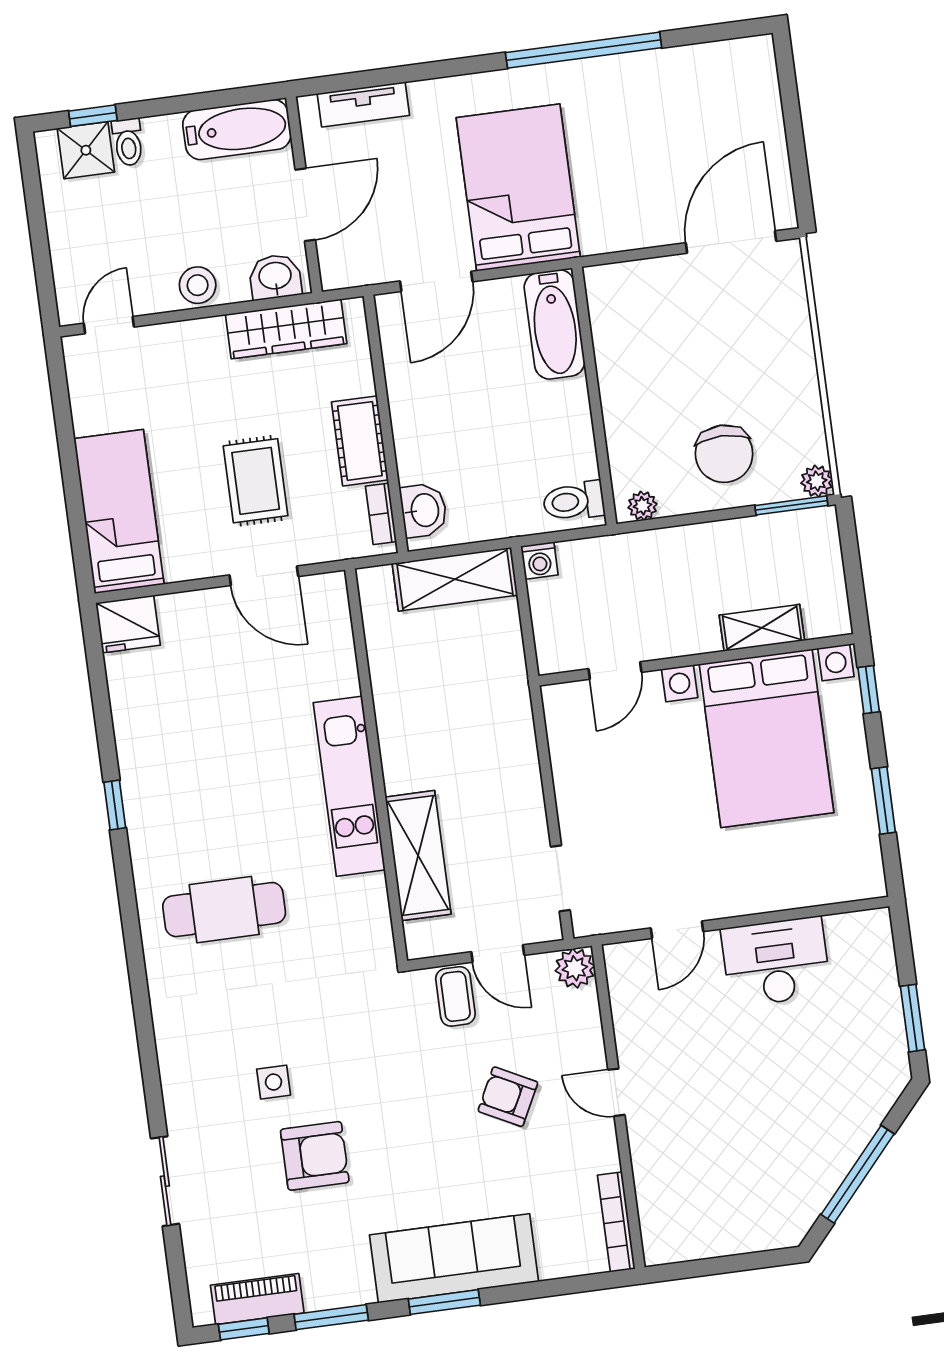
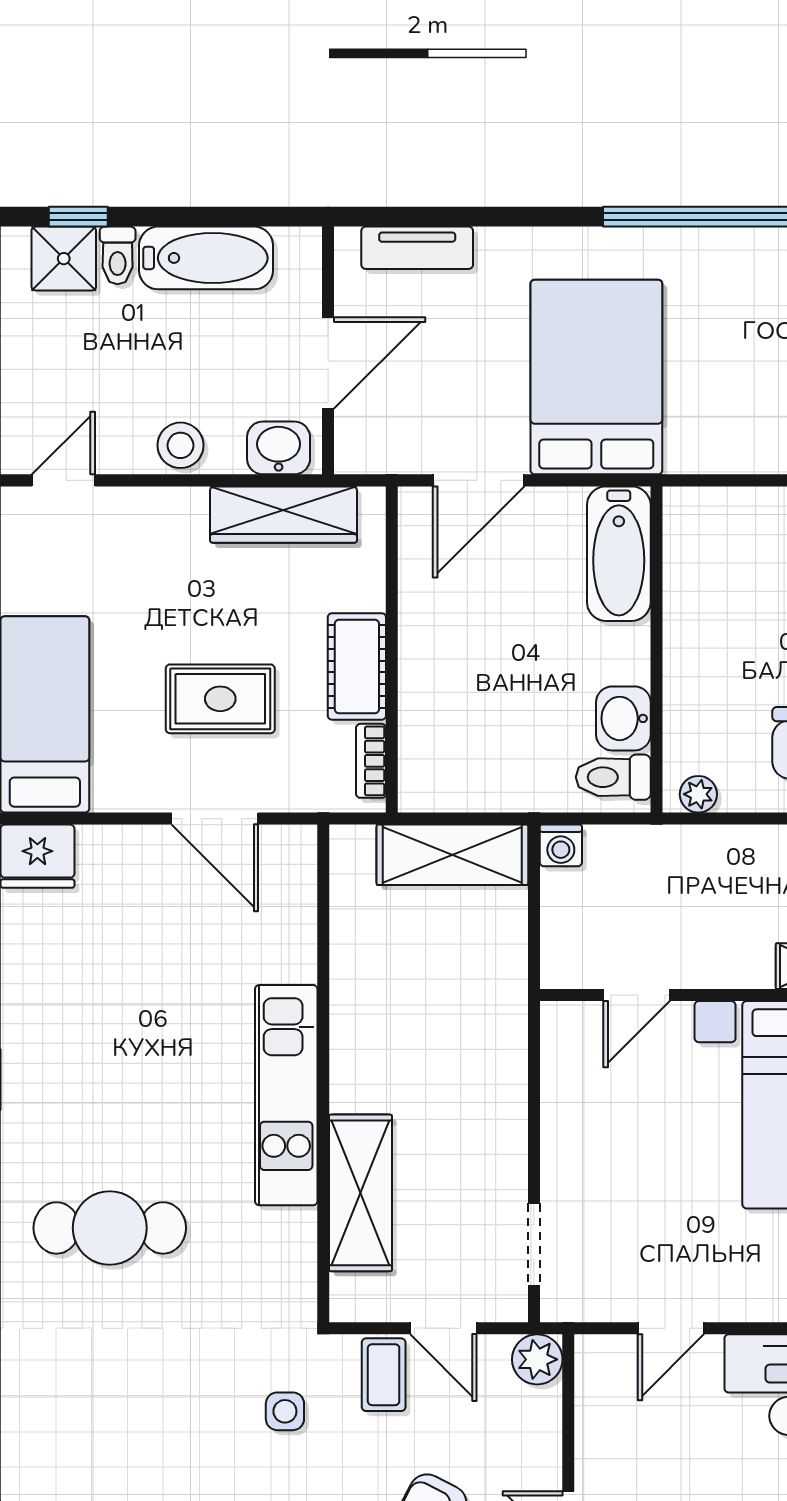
bathtub: (237, 130) -> (206, 258), moved
rug: (256, 481) -> (220, 699), turned 90
washbasin: (424, 510) -> (623, 718), moved, turned 180
side table: (274, 1082) -> (285, 1411), moved

